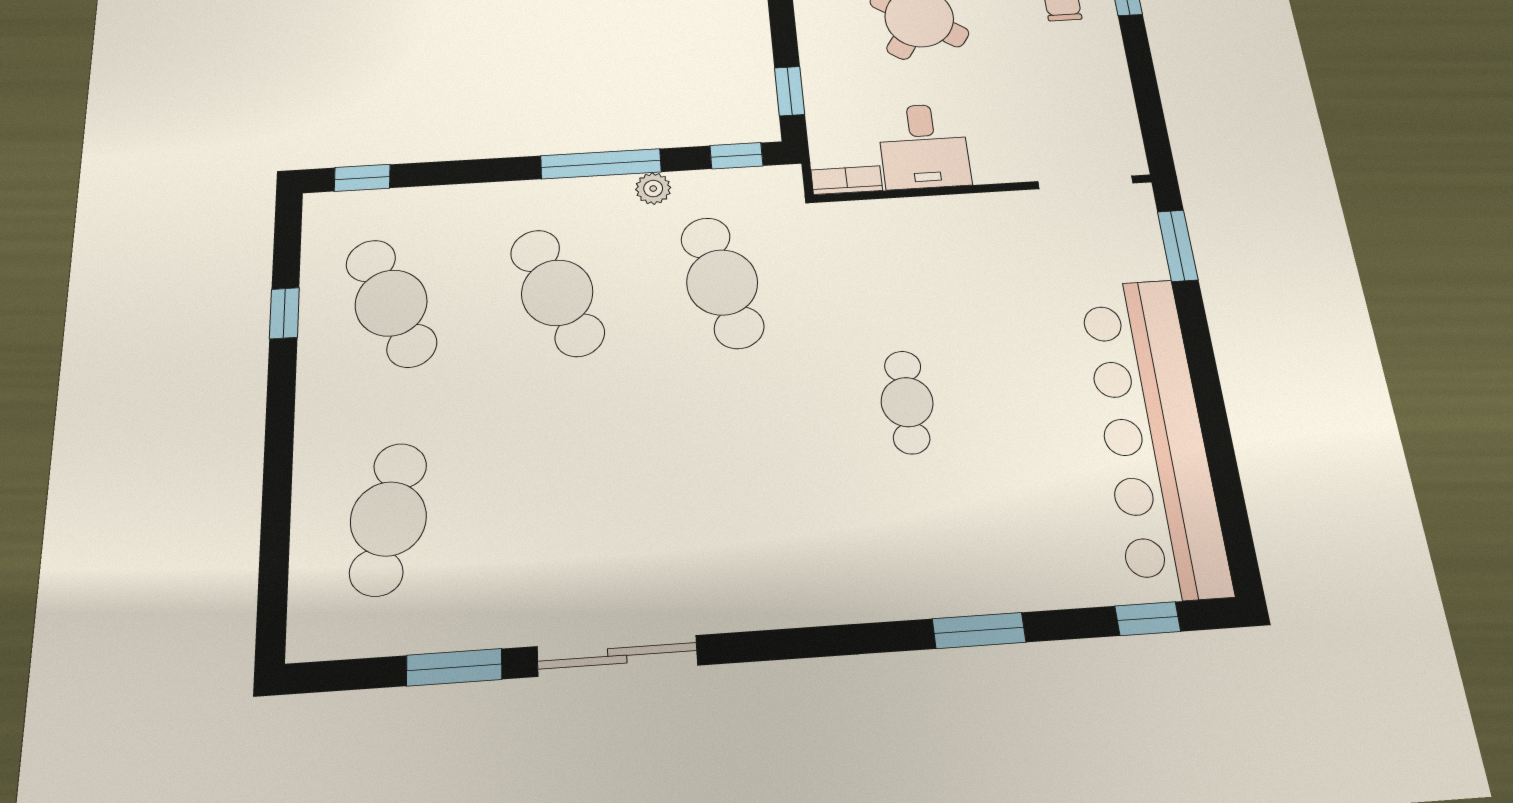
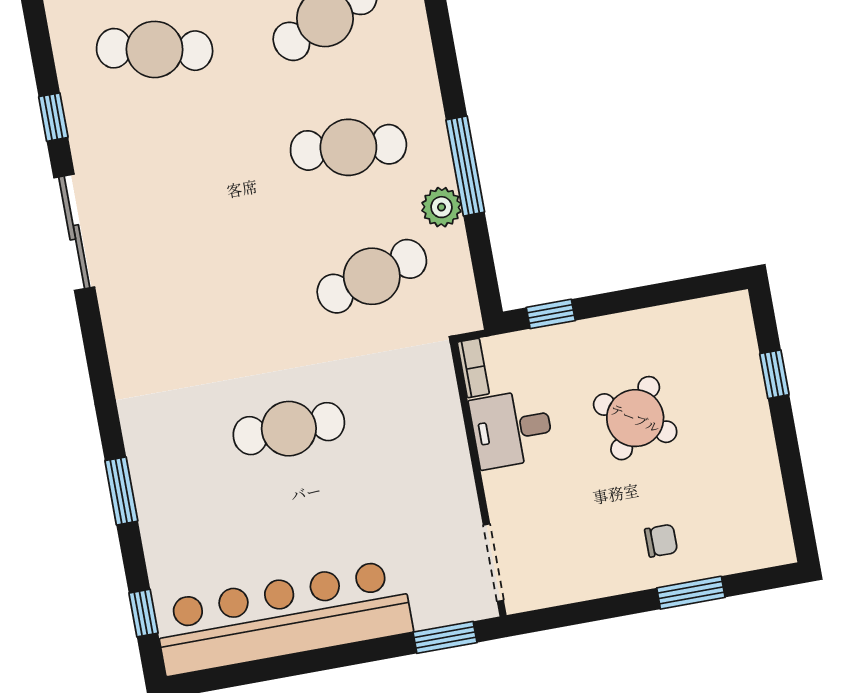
window: (736, 156) -> (485, 276), removed
plant: (653, 188) -> (441, 207), width x1.38, depth x1.38
cafe table: (557, 293) -> (348, 147), turned 30
cafe table: (907, 402) -> (289, 429), width x1.37, depth x1.35
window: (454, 667) -> (53, 117), width x0.67

